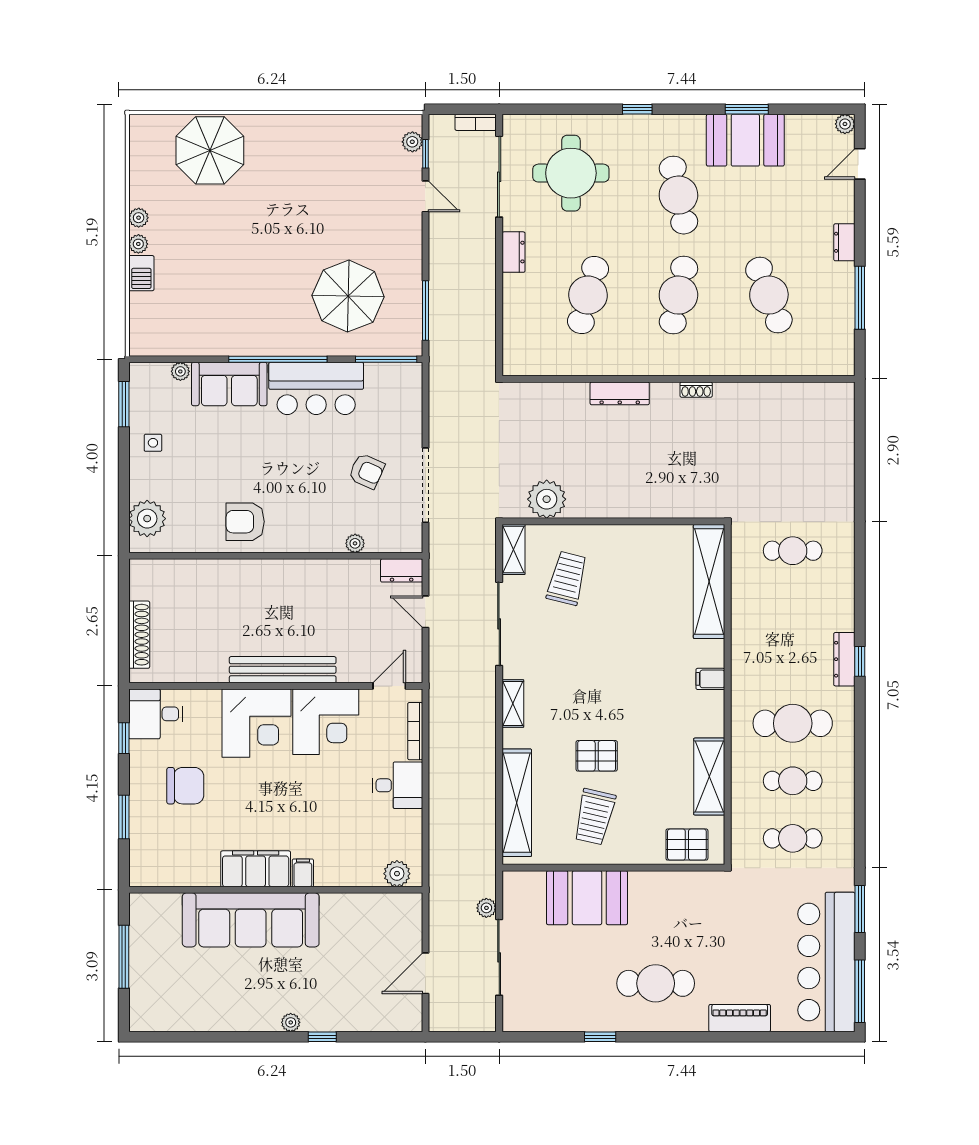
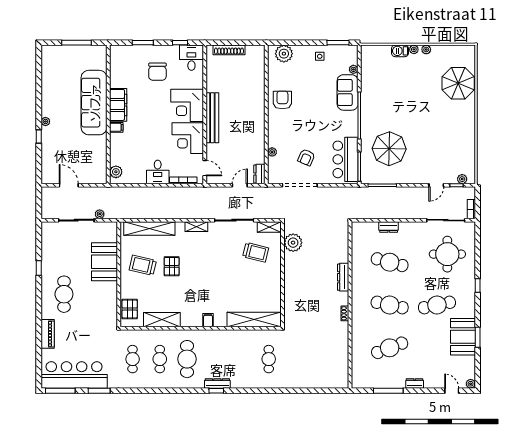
dresser: (514, 252) -> (389, 227), moved
bar counter: (316, 388) -> (345, 159), moved

